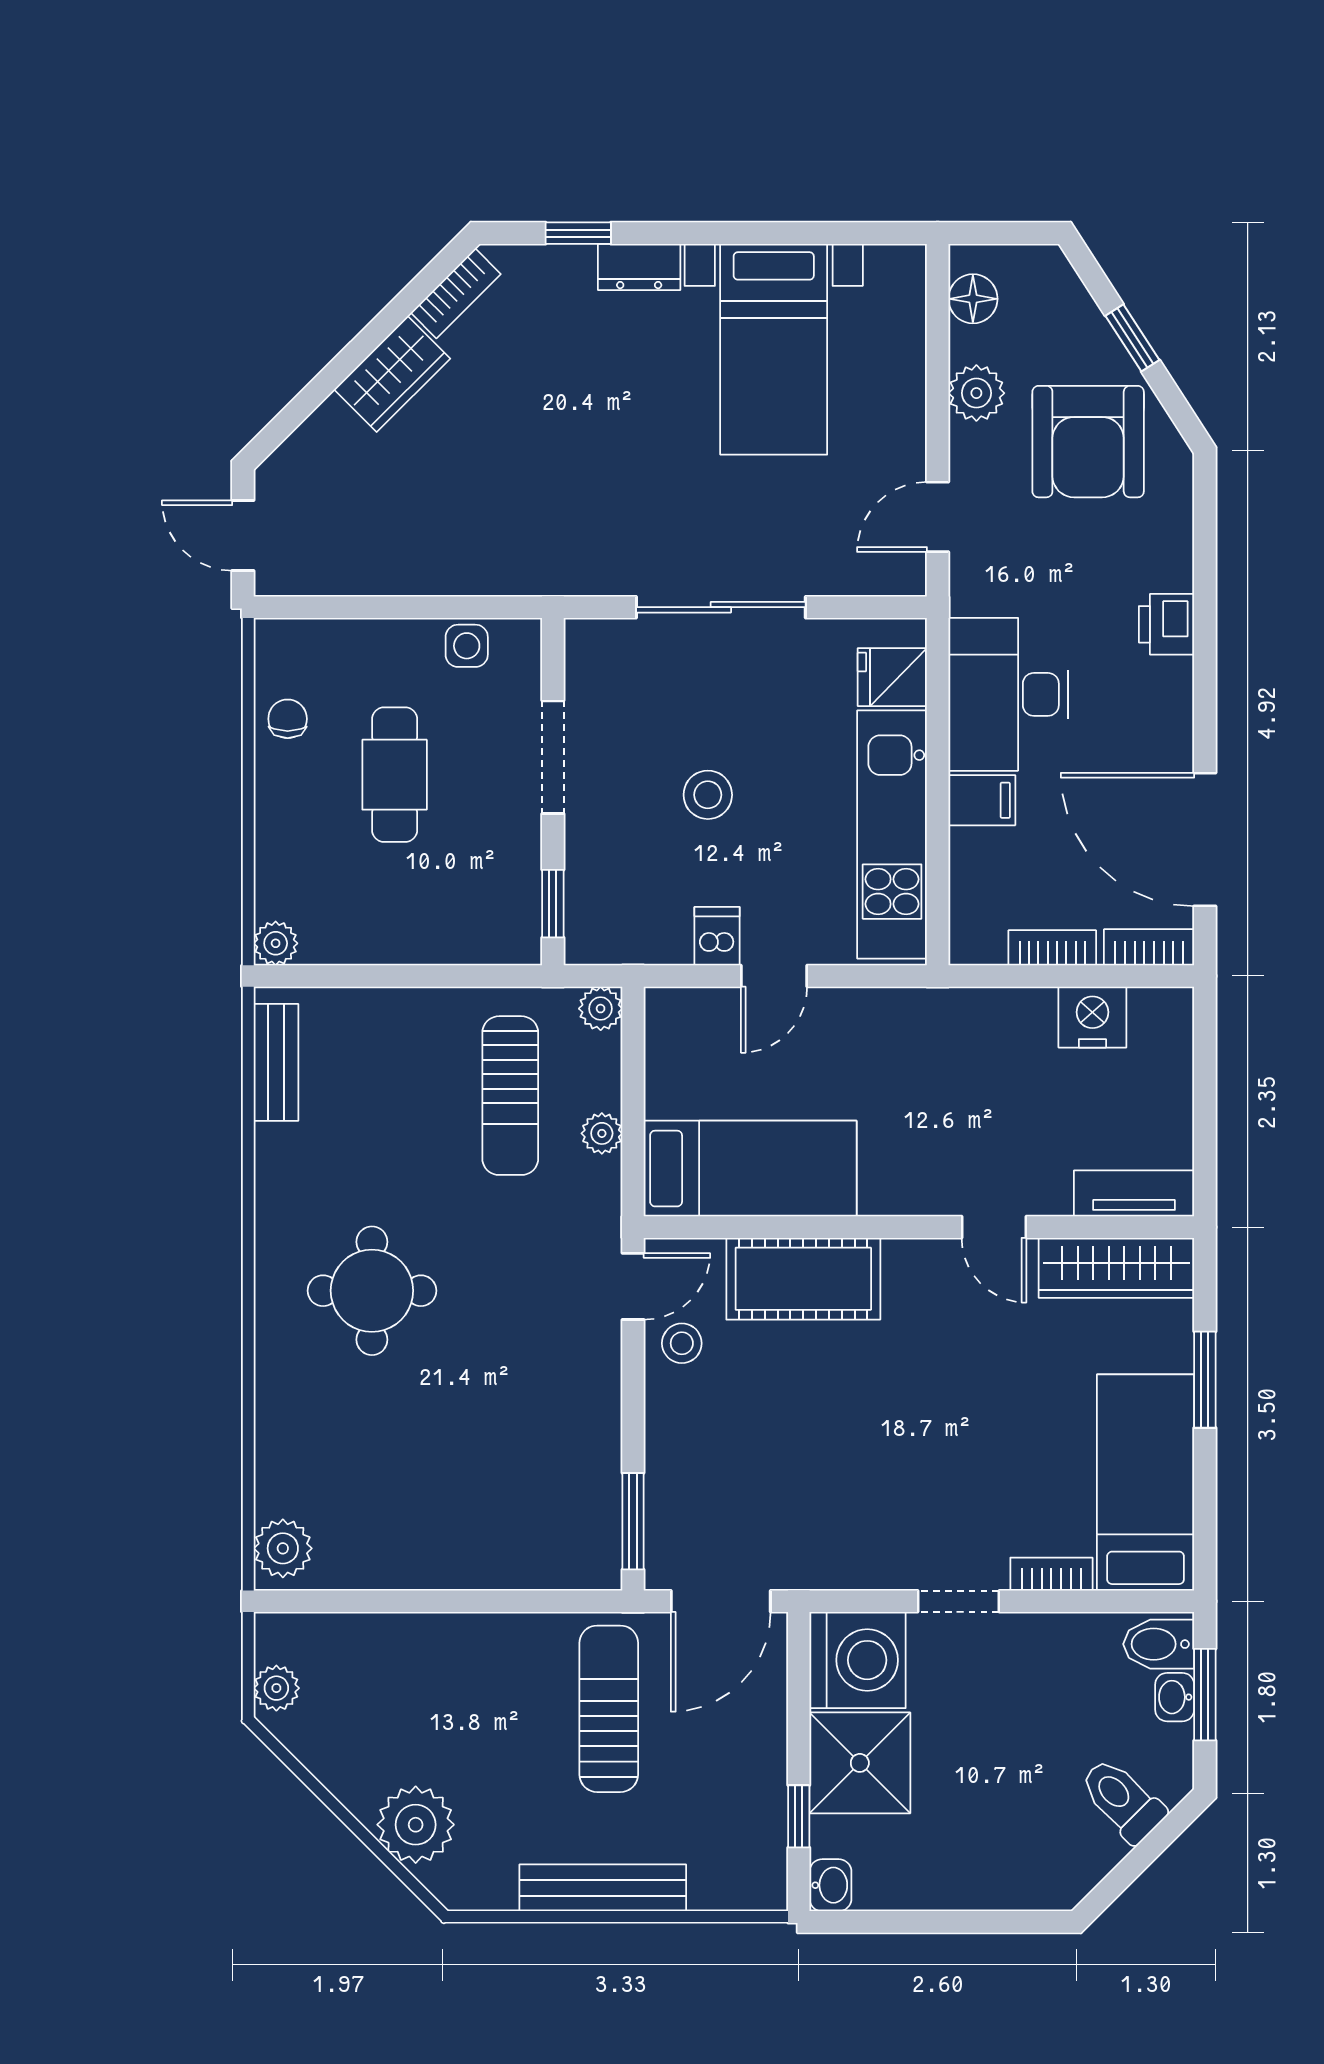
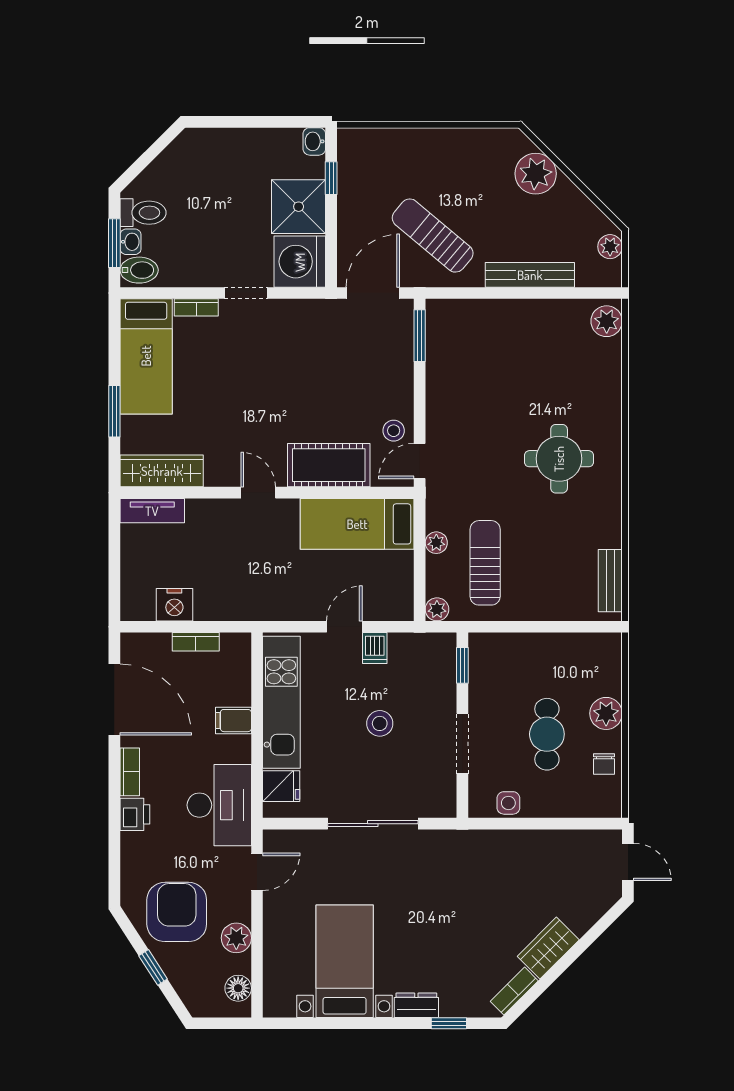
desk: (1008, 694) -> (219, 805), moved
plant: (276, 943) -> (606, 713), moved, width x1.38, depth x1.38
bookcase: (1149, 947) -> (130, 772), moved, turned -90
door: (994, 1227) -> (258, 493), moved
sun lounger: (609, 1709) -> (433, 236), turned 130
toilet: (1122, 1800) -> (143, 213), moved, turned -45
bench: (603, 1888) -> (530, 275), moved

